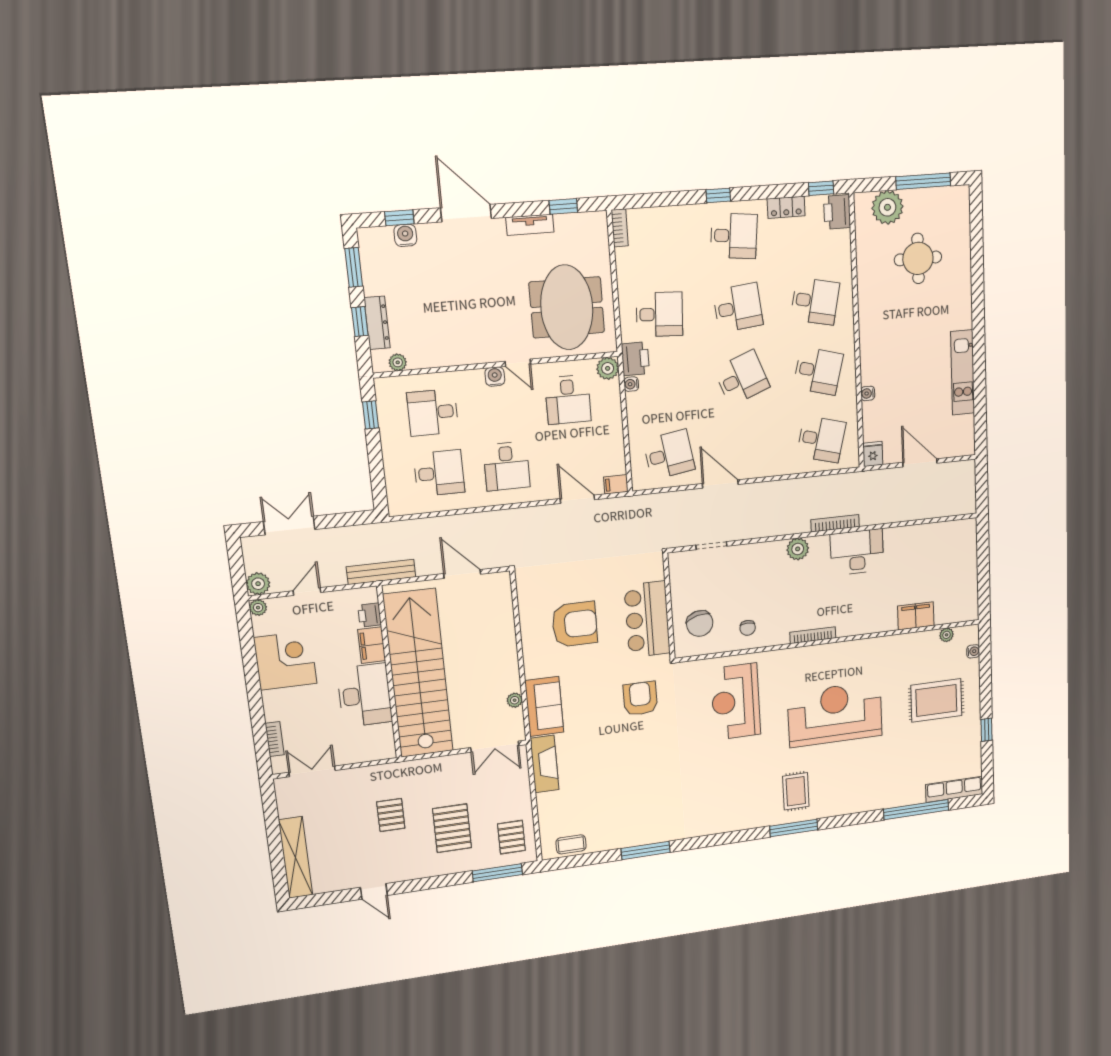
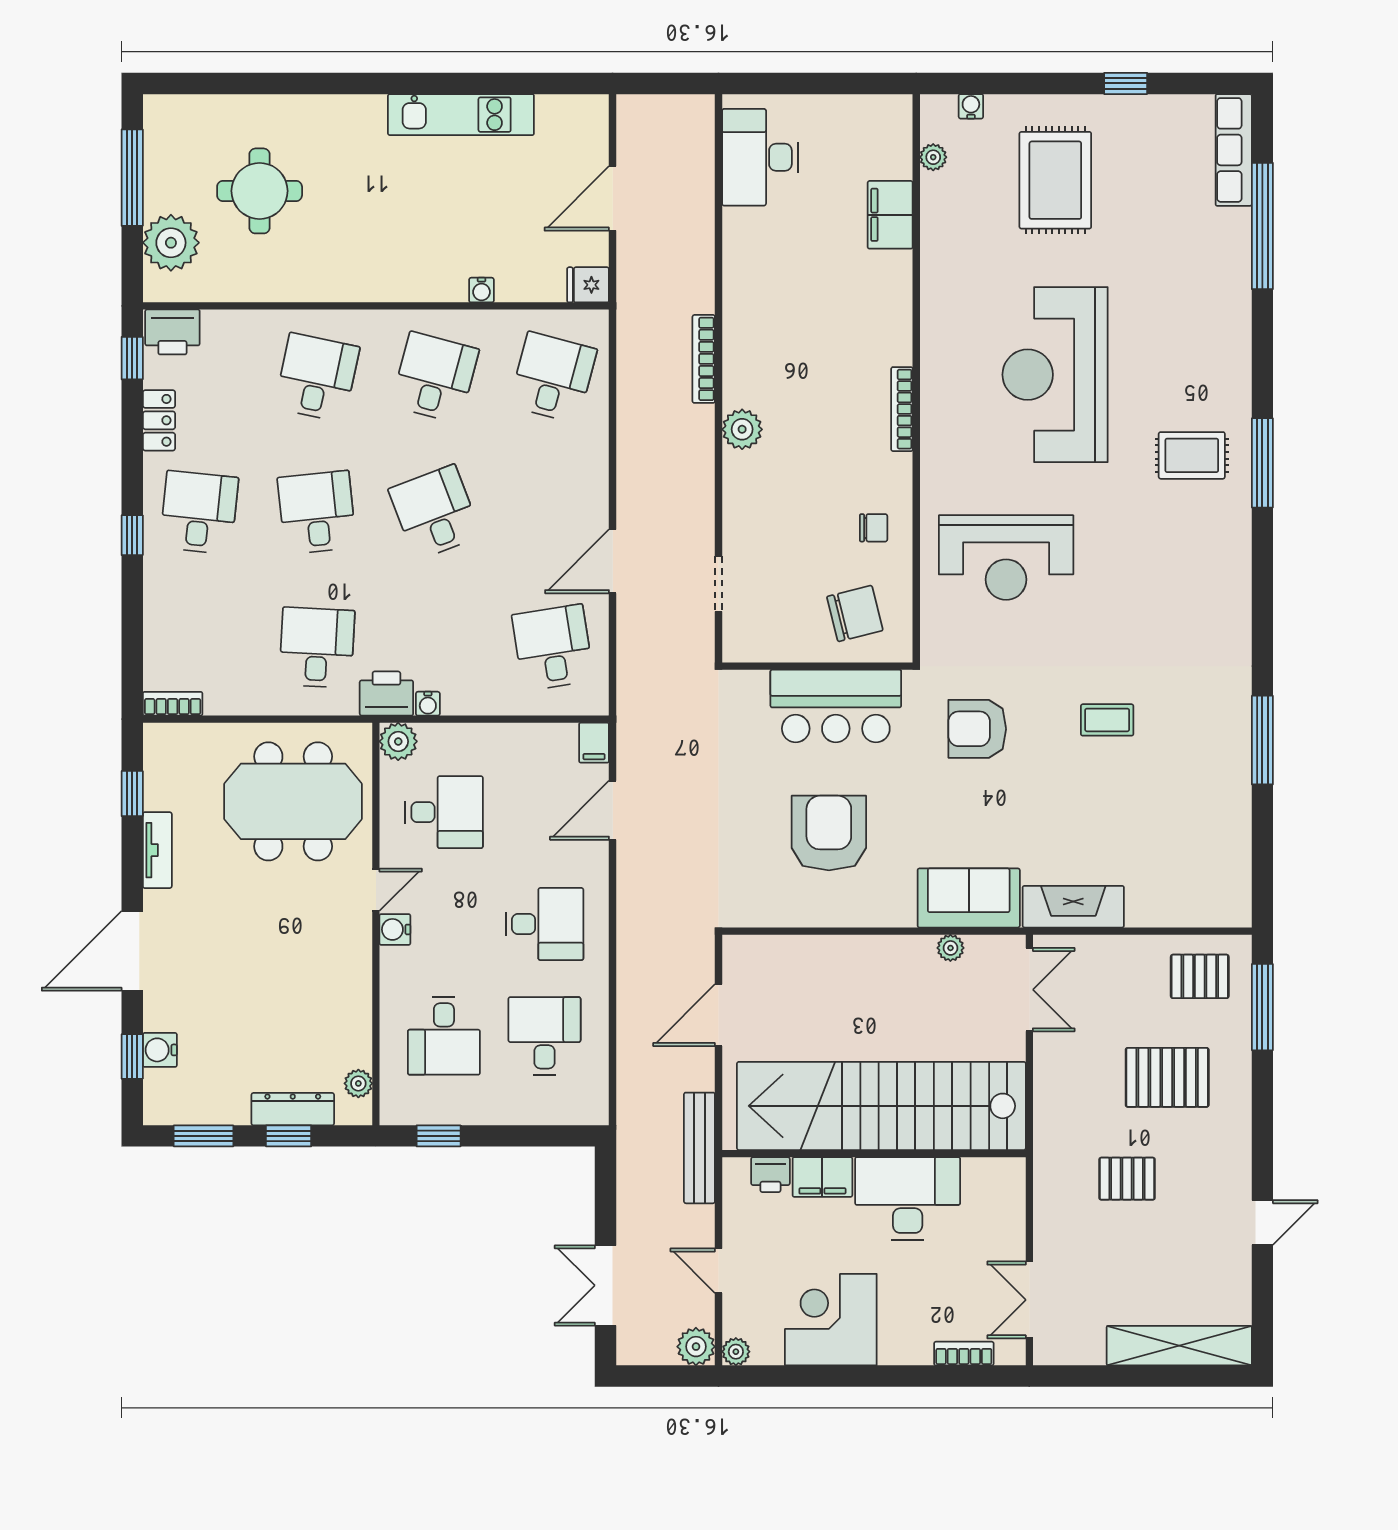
desk: (857, 552) -> (760, 157), moved
coffee table: (571, 844) -> (1107, 720), moved, turned 90

